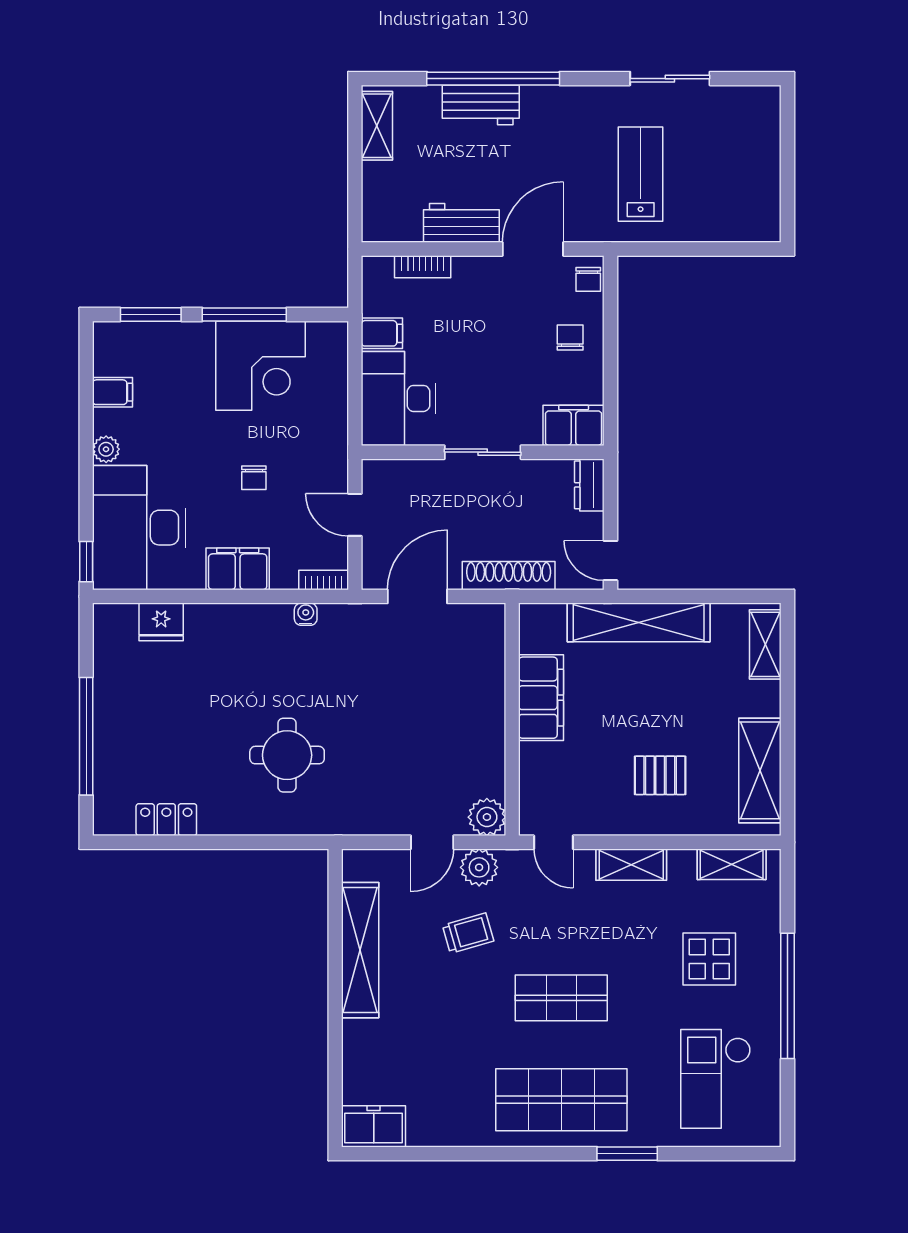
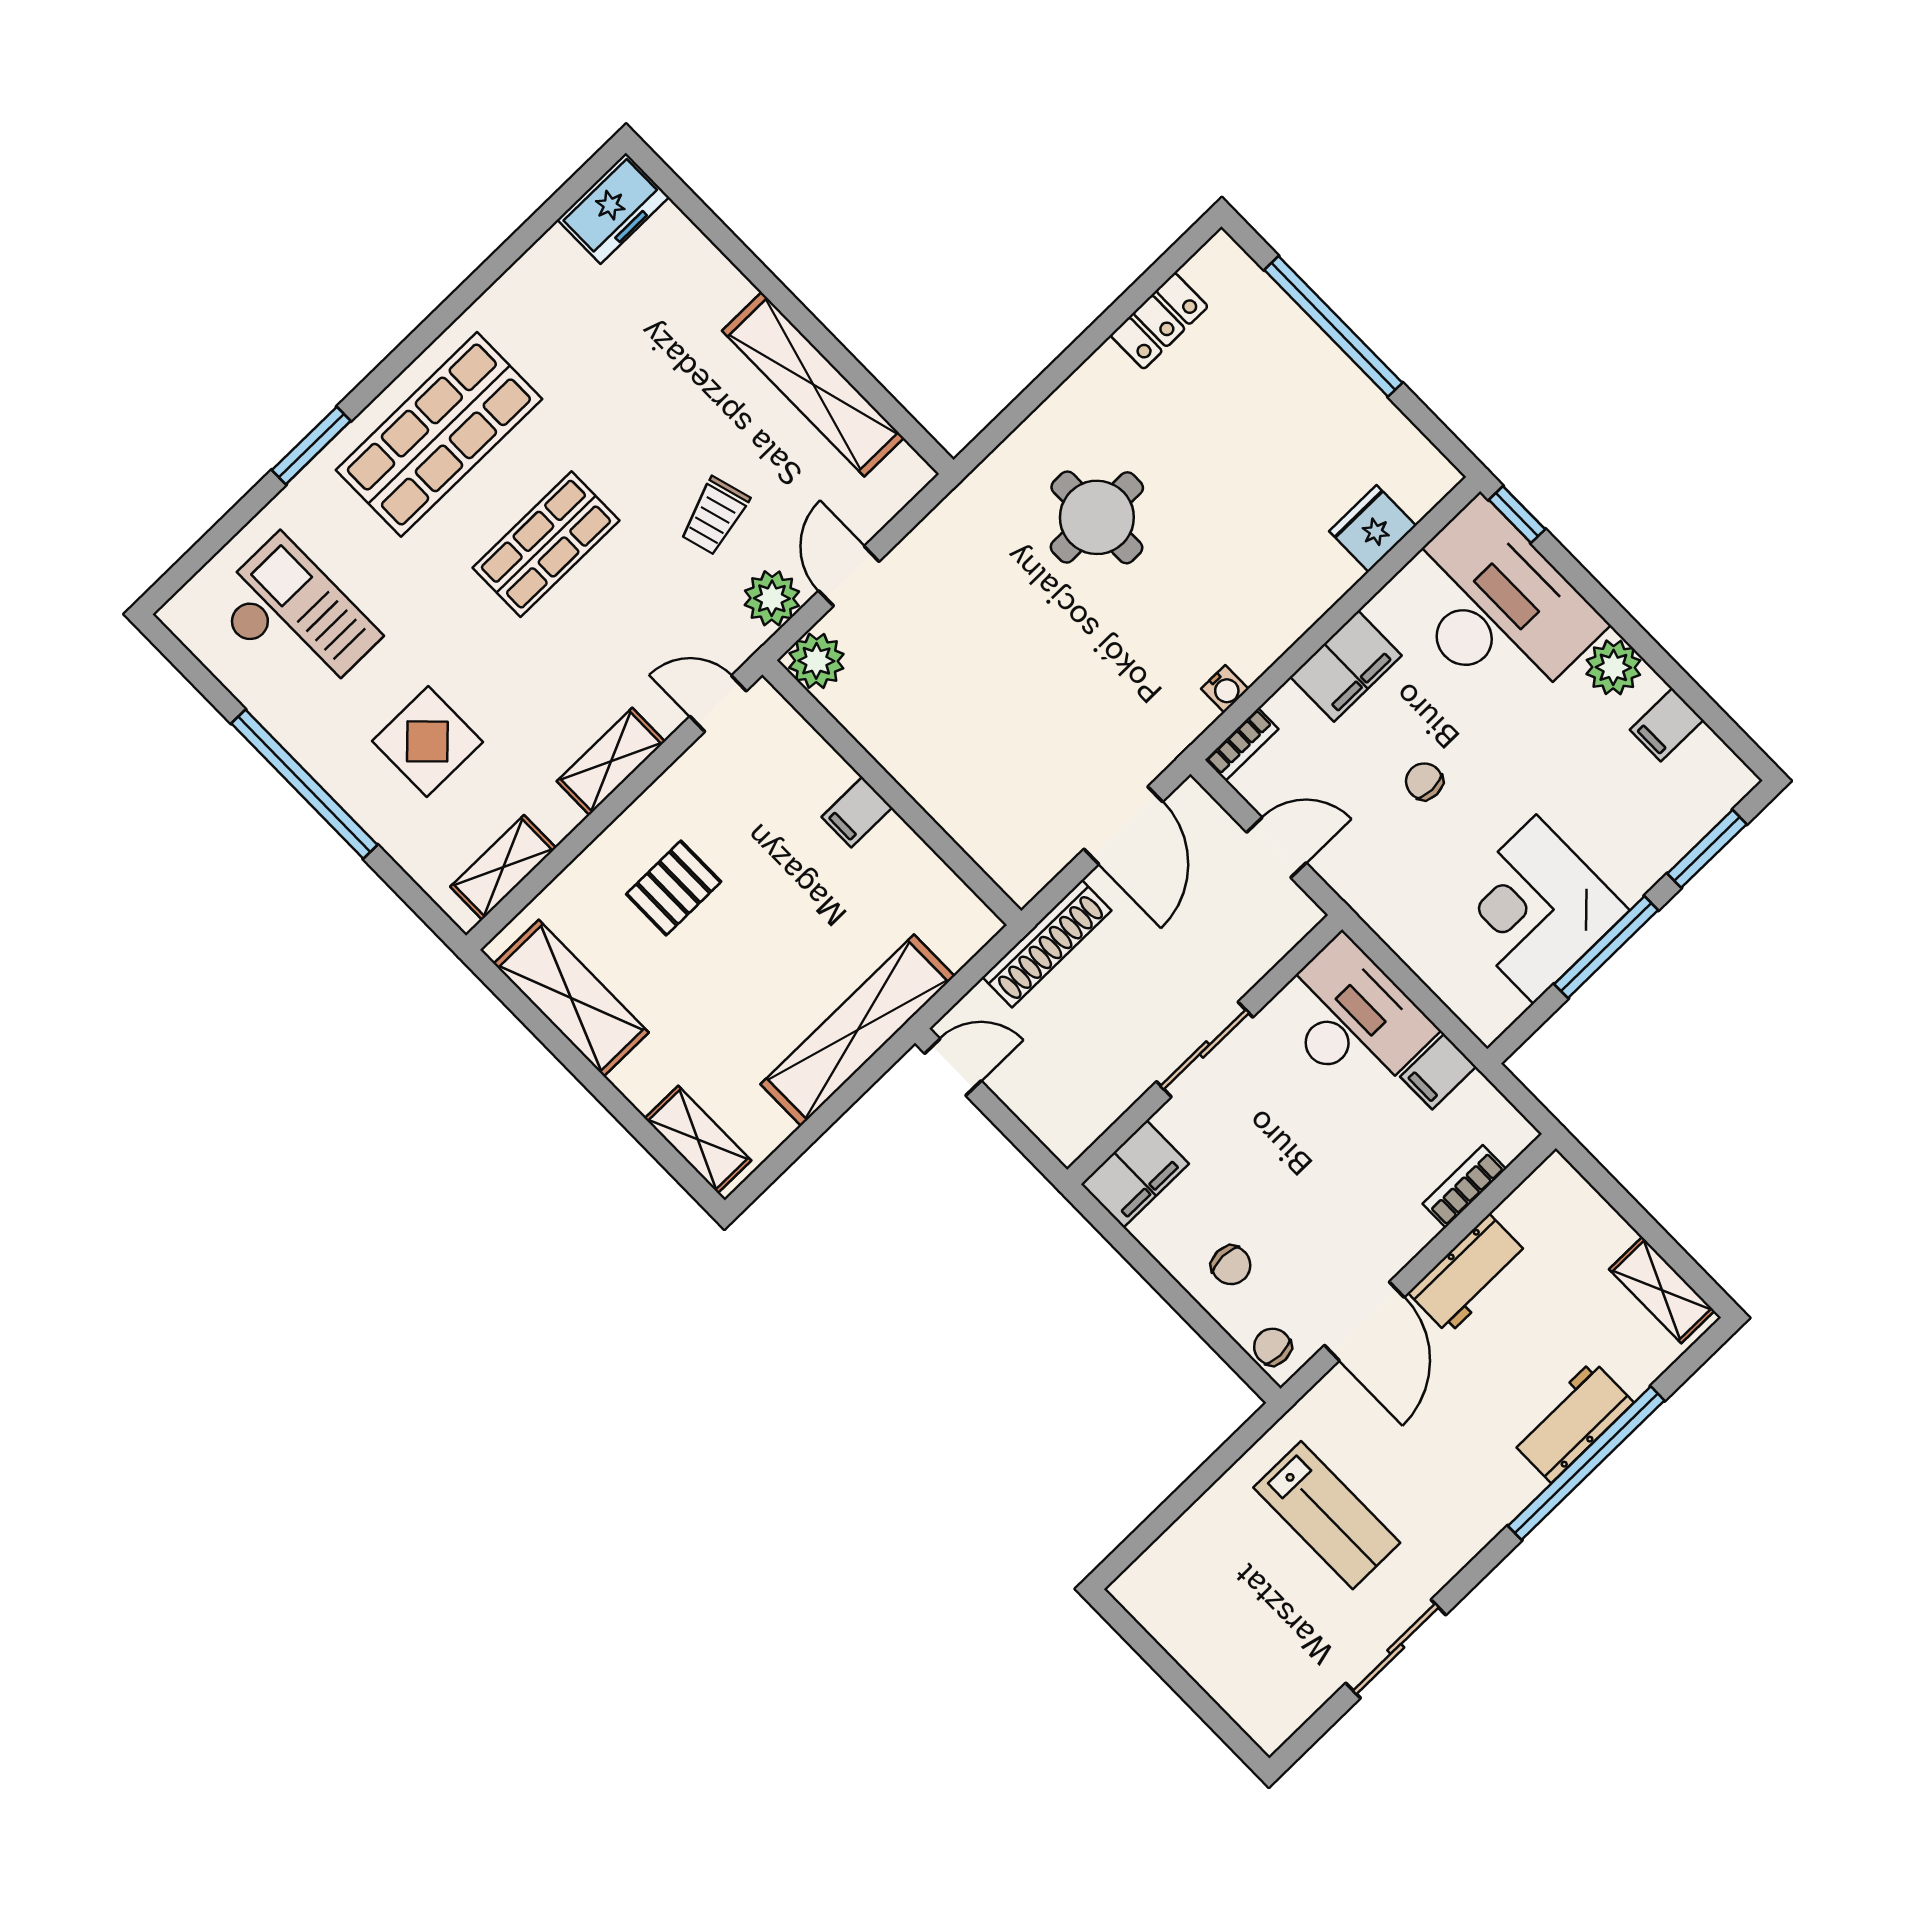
plant: (106, 449) -> (1613, 667), width x1.38, depth x1.38
dresser: (589, 485) -> (1055, 1126), removed
filing cabinet: (541, 698) -> (857, 812), width x0.33, depth x0.86

